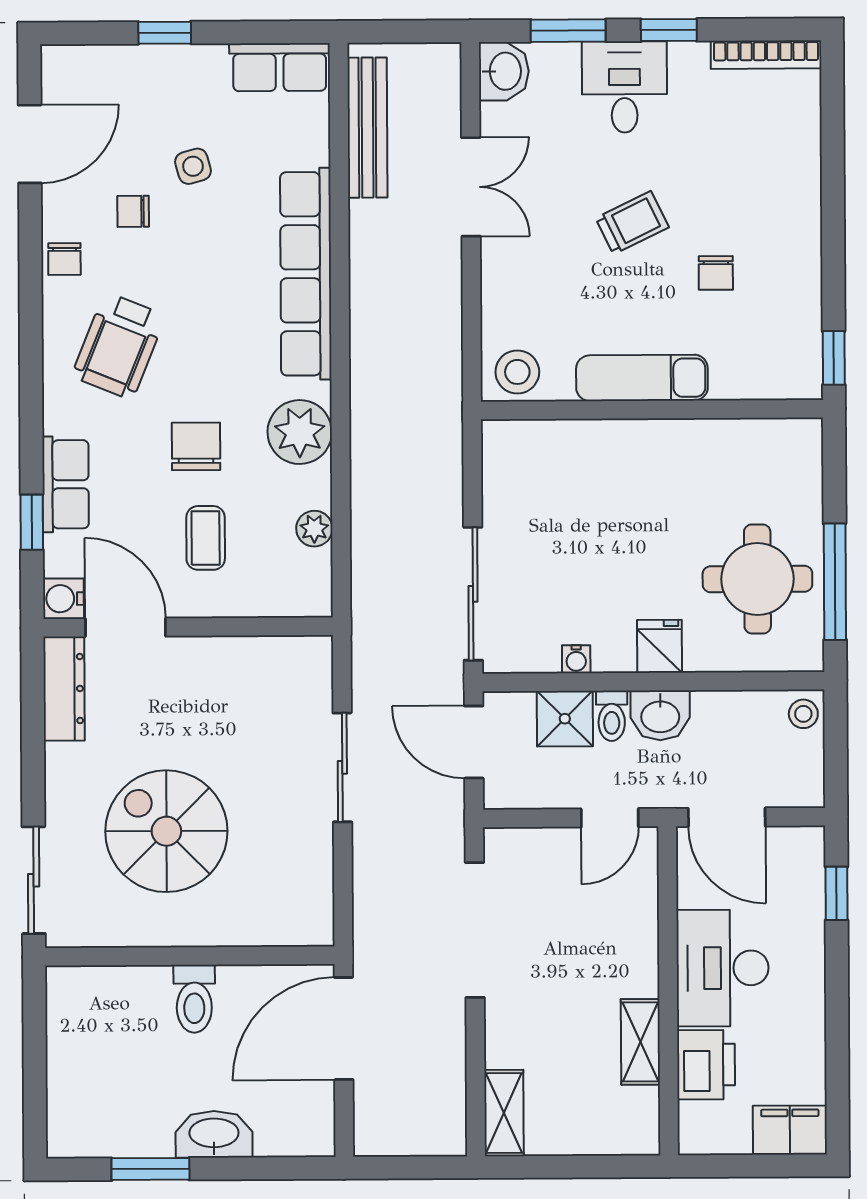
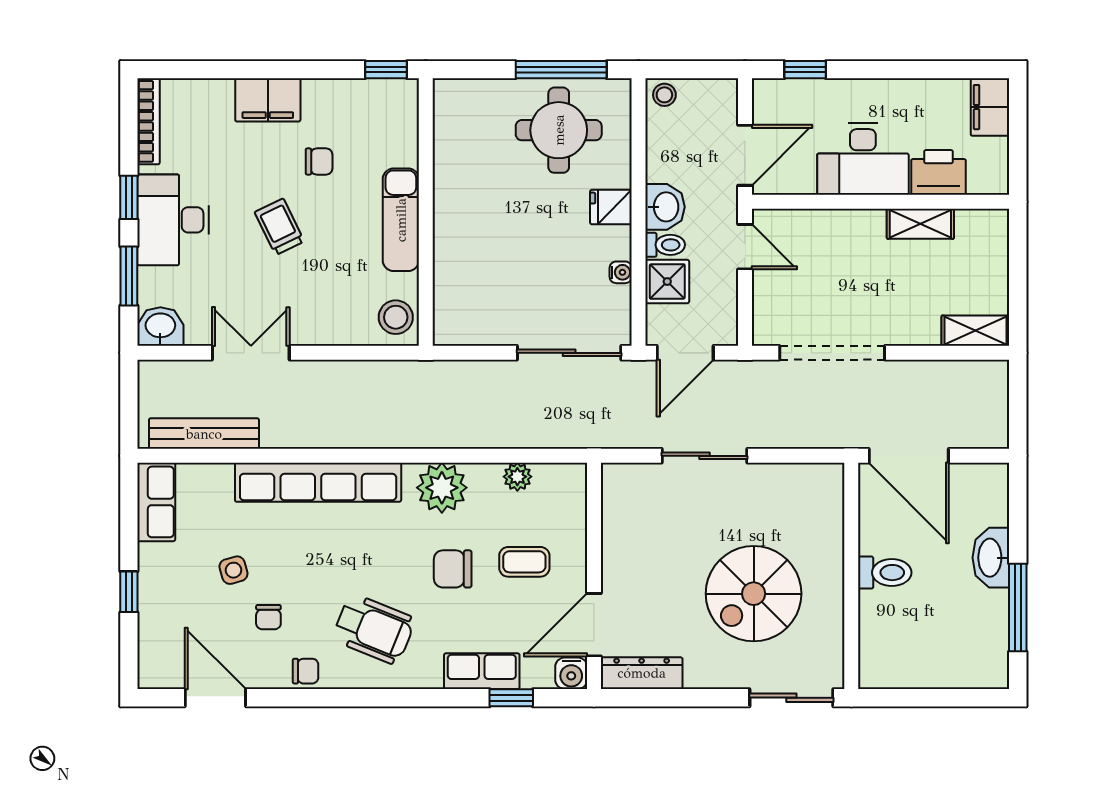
desk: (625, 87) -> (173, 220), width x1.37
filing cabinet: (794, 207) -> (268, 100), added
window: (150, 1169) -> (1018, 607), width x1.44

